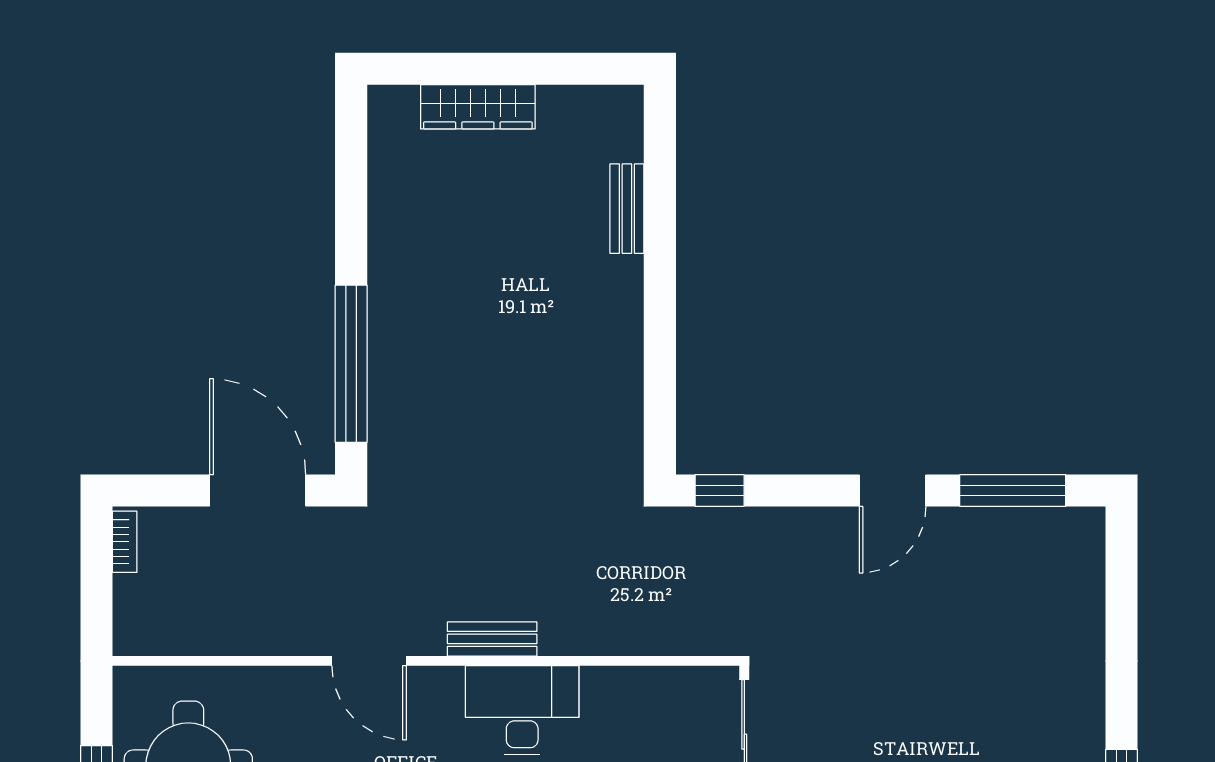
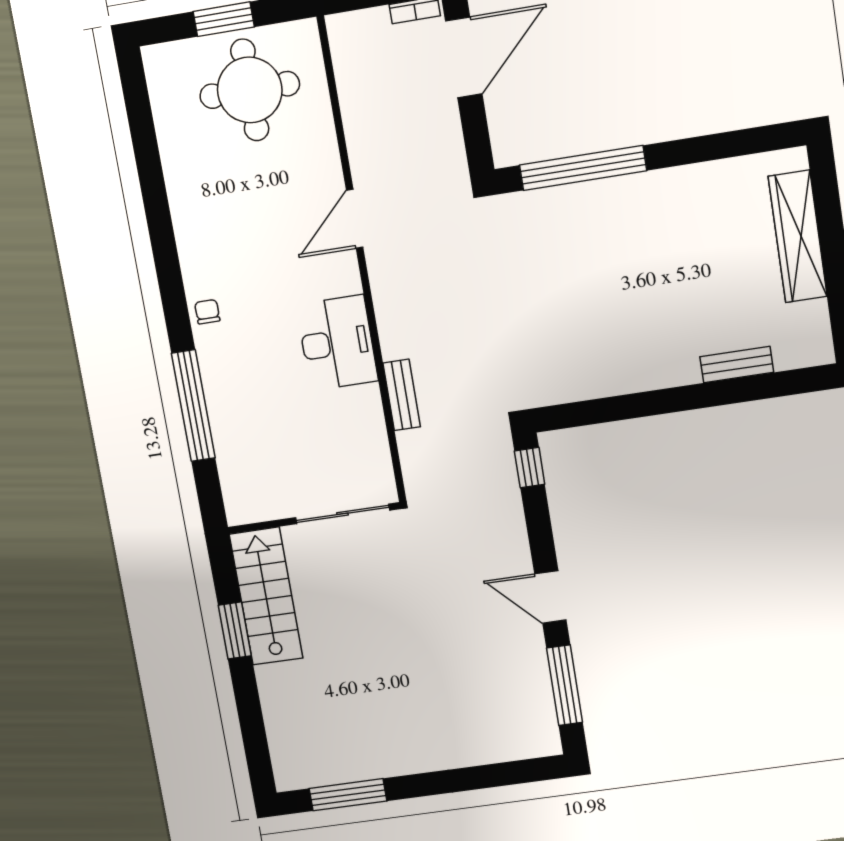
wardrobe: (478, 107) -> (798, 236), width x1.40, depth x1.17
door: (258, 490) -> (464, 57), moved
bench: (492, 639) -> (402, 395), moved

